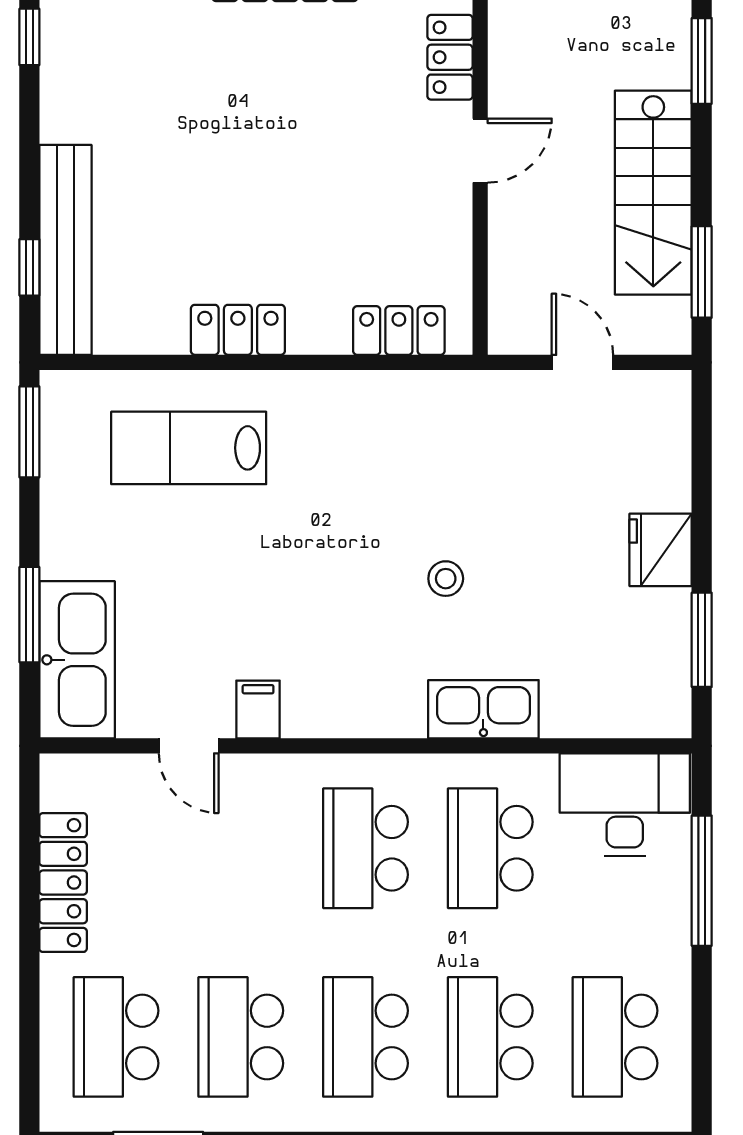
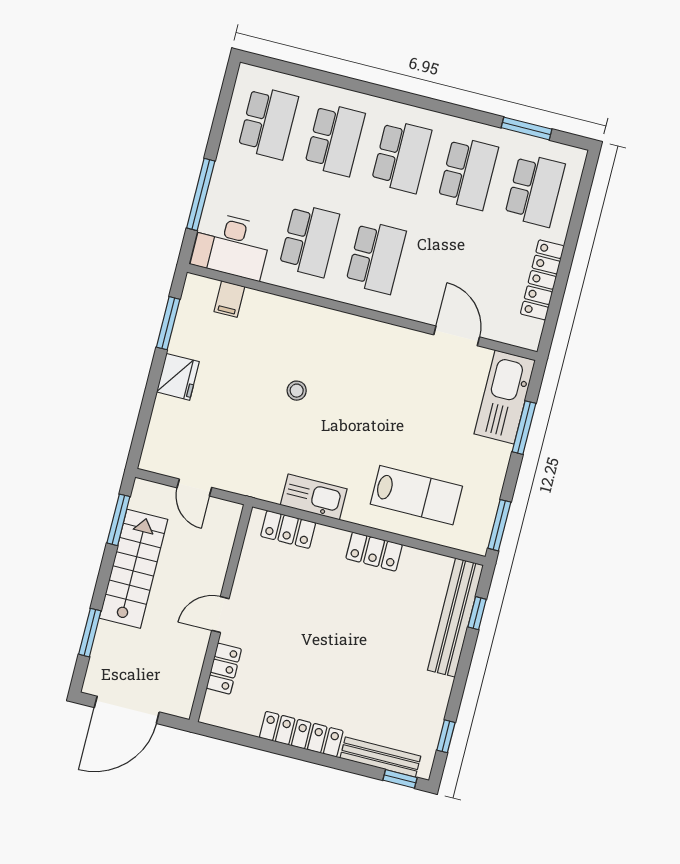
filing cabinet: (258, 709) -> (229, 299), moved
kitchen sink: (483, 709) -> (314, 497), moved, turned 180
door: (189, 746) -> (457, 336), width x1.38

